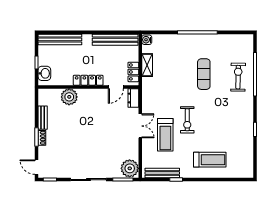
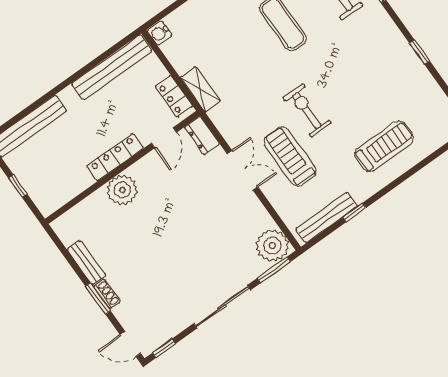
shelving: (147, 65) -> (200, 89), moved
washbasin: (44, 73) -> (41, 194), removed
plant: (69, 97) -> (122, 190), moved
exercise bike: (187, 120) -> (307, 110), turned 180
treadmill: (165, 135) -> (290, 157), turned 180

